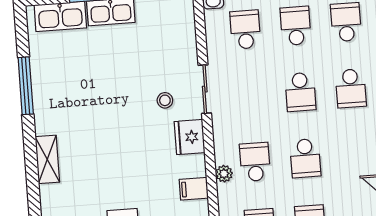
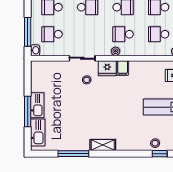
shelving: (47, 159) -> (103, 145), moved
plant: (224, 174) -> (115, 51), moved
filing cabinet: (194, 189) -> (123, 68), moved

